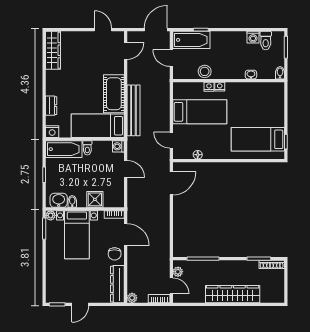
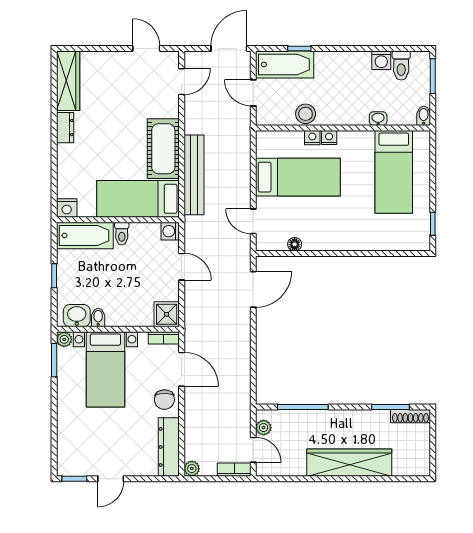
dresser: (51, 106) -> (65, 128), moved
bed: (258, 139) -> (394, 172), moved, turned -90
shower: (95, 199) -> (167, 314), moved

